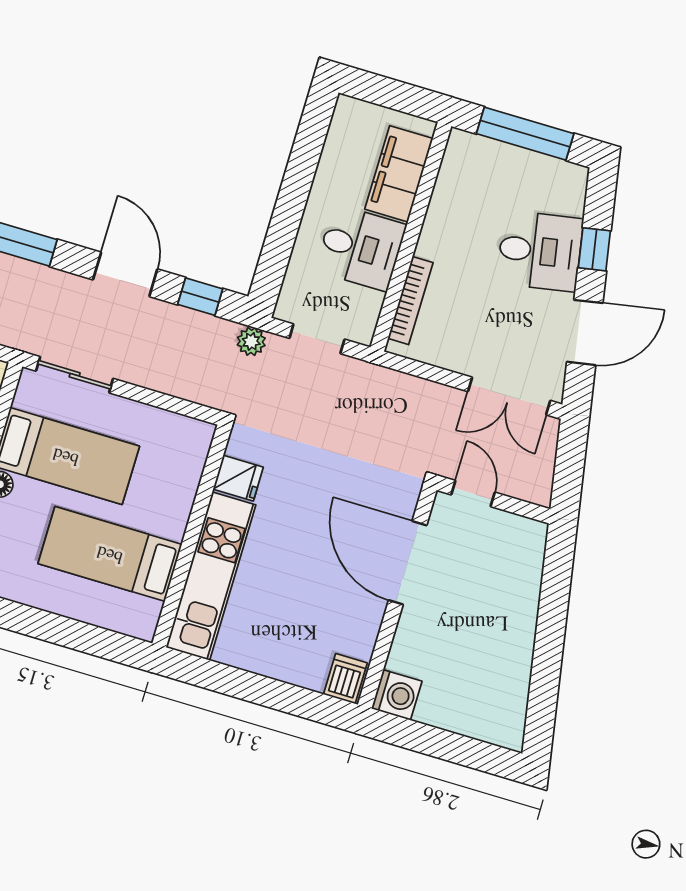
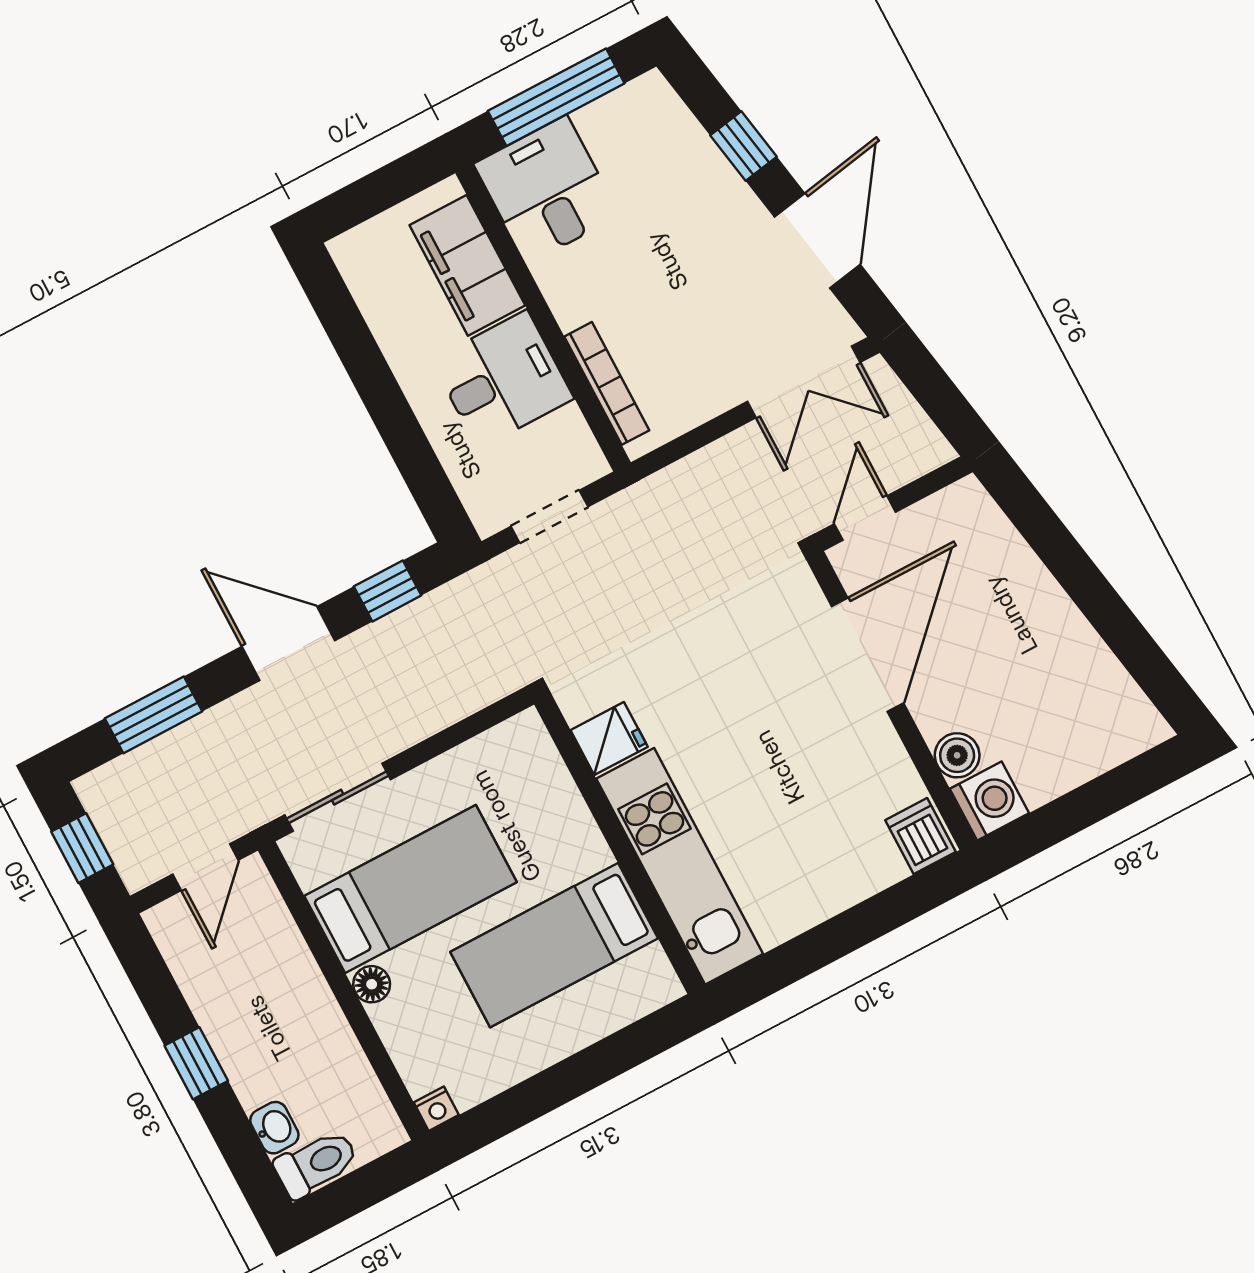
desk: (540, 251) -> (547, 190), moved, turned -80
plant: (251, 341) -> (485, 585), removed
door: (473, 494) -> (865, 518), hinge flipped
door: (408, 563) -> (868, 655), swing flipped
boiler: (403, 656) -> (957, 755), added

